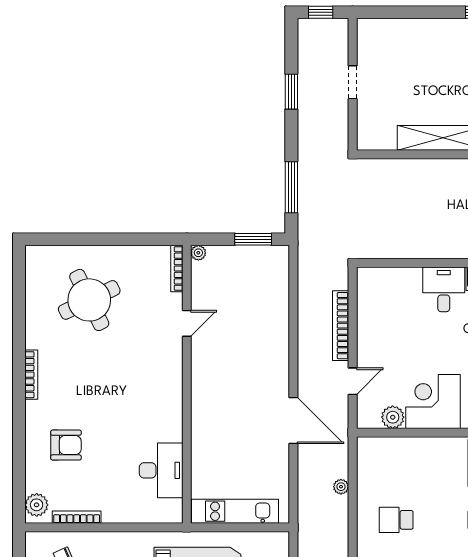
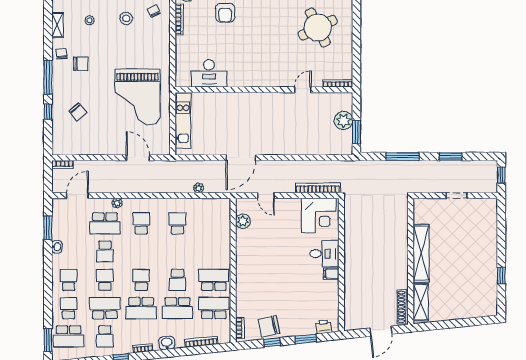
window: (291, 187) -> (402, 156), moved
plant: (198, 253) -> (344, 121), moved, width x1.87, depth x1.87
door: (187, 323) -> (303, 90), swing flipped
bookcase: (341, 326) -> (318, 188), moved
corner desk: (433, 402) -> (319, 215), moved, turned 90

